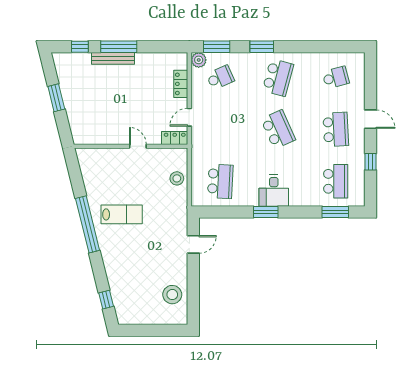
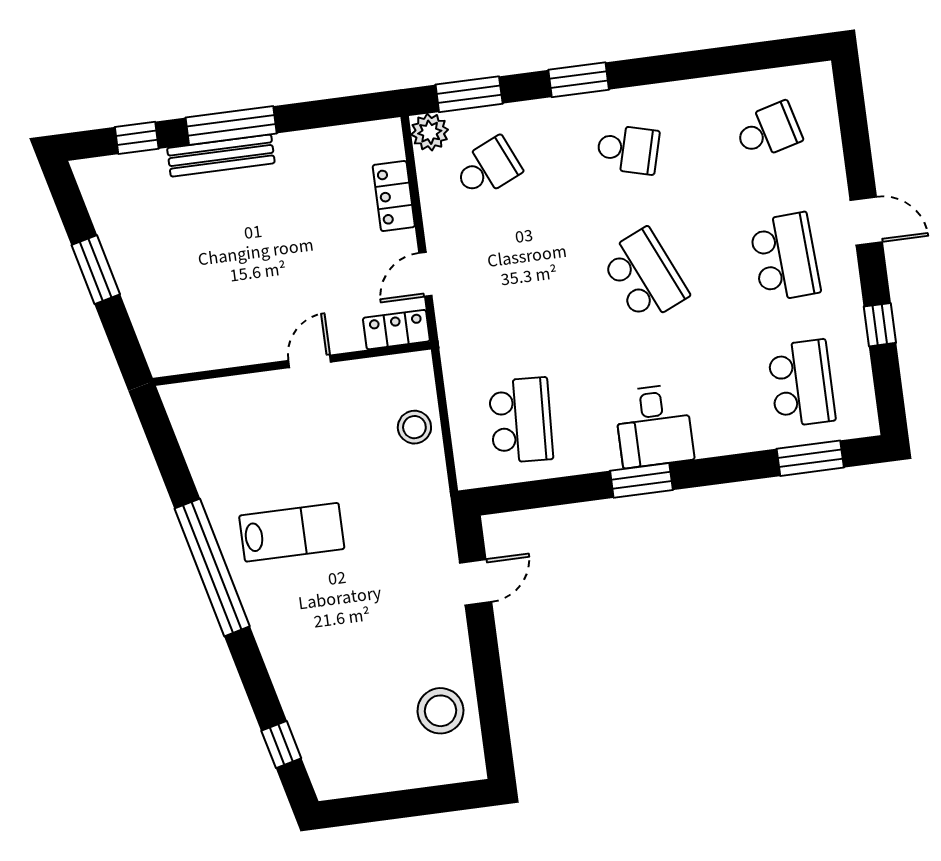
school desk: (278, 77) -> (628, 149), width x0.54
door: (138, 146) -> (310, 361), hinge flipped

